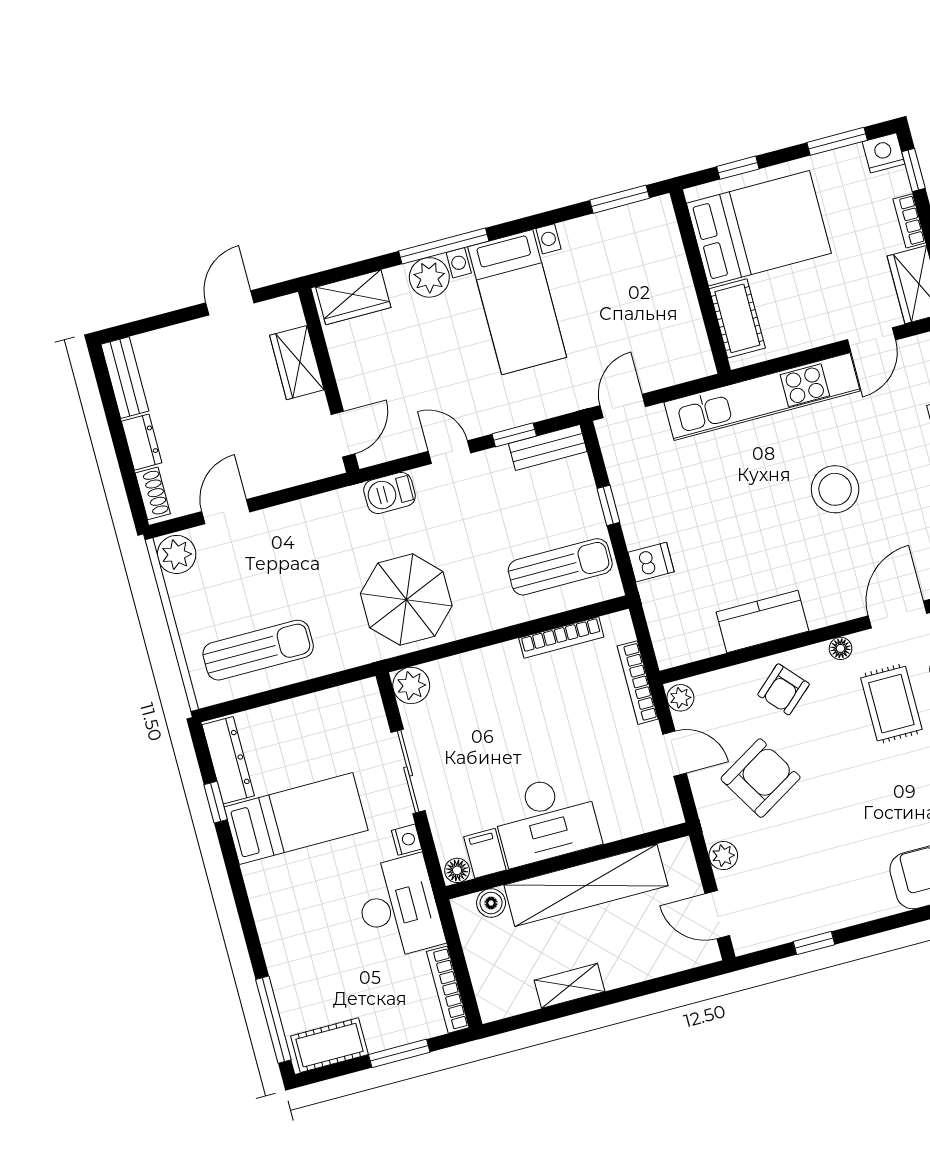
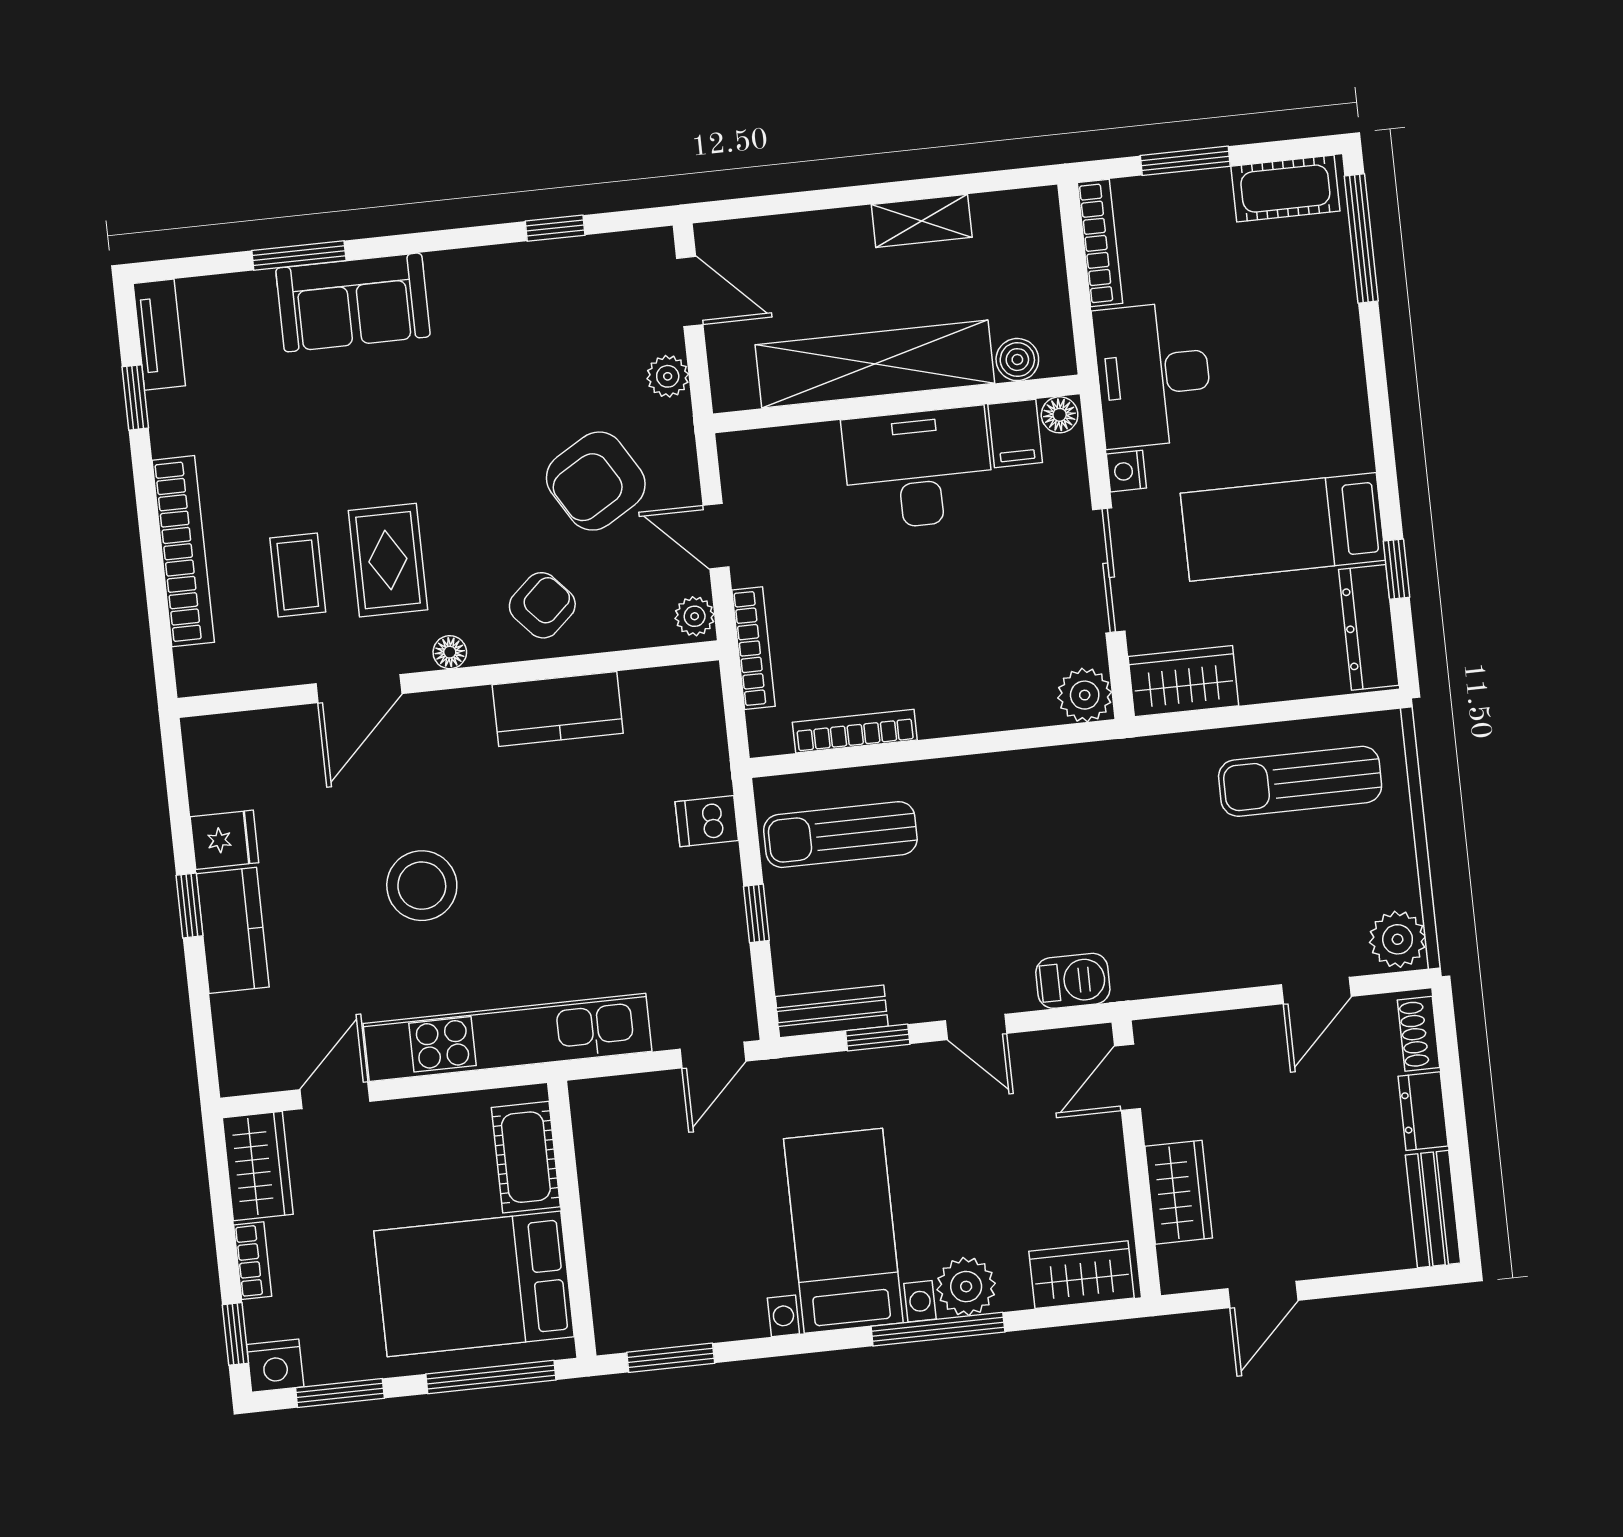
window: (738, 168) -> (491, 1377), width x2.17
parasol: (406, 600) -> (1073, 821), removed
wardrobe: (347, 705) -> (1183, 681), added

